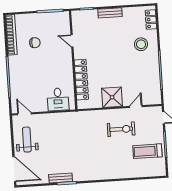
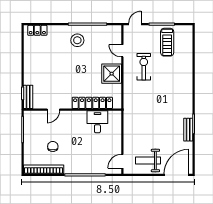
bench: (110, 13) -> (28, 97), moved
stool: (141, 44) -> (77, 40), moved
desk: (58, 99) -> (97, 122), moved, turned -90

